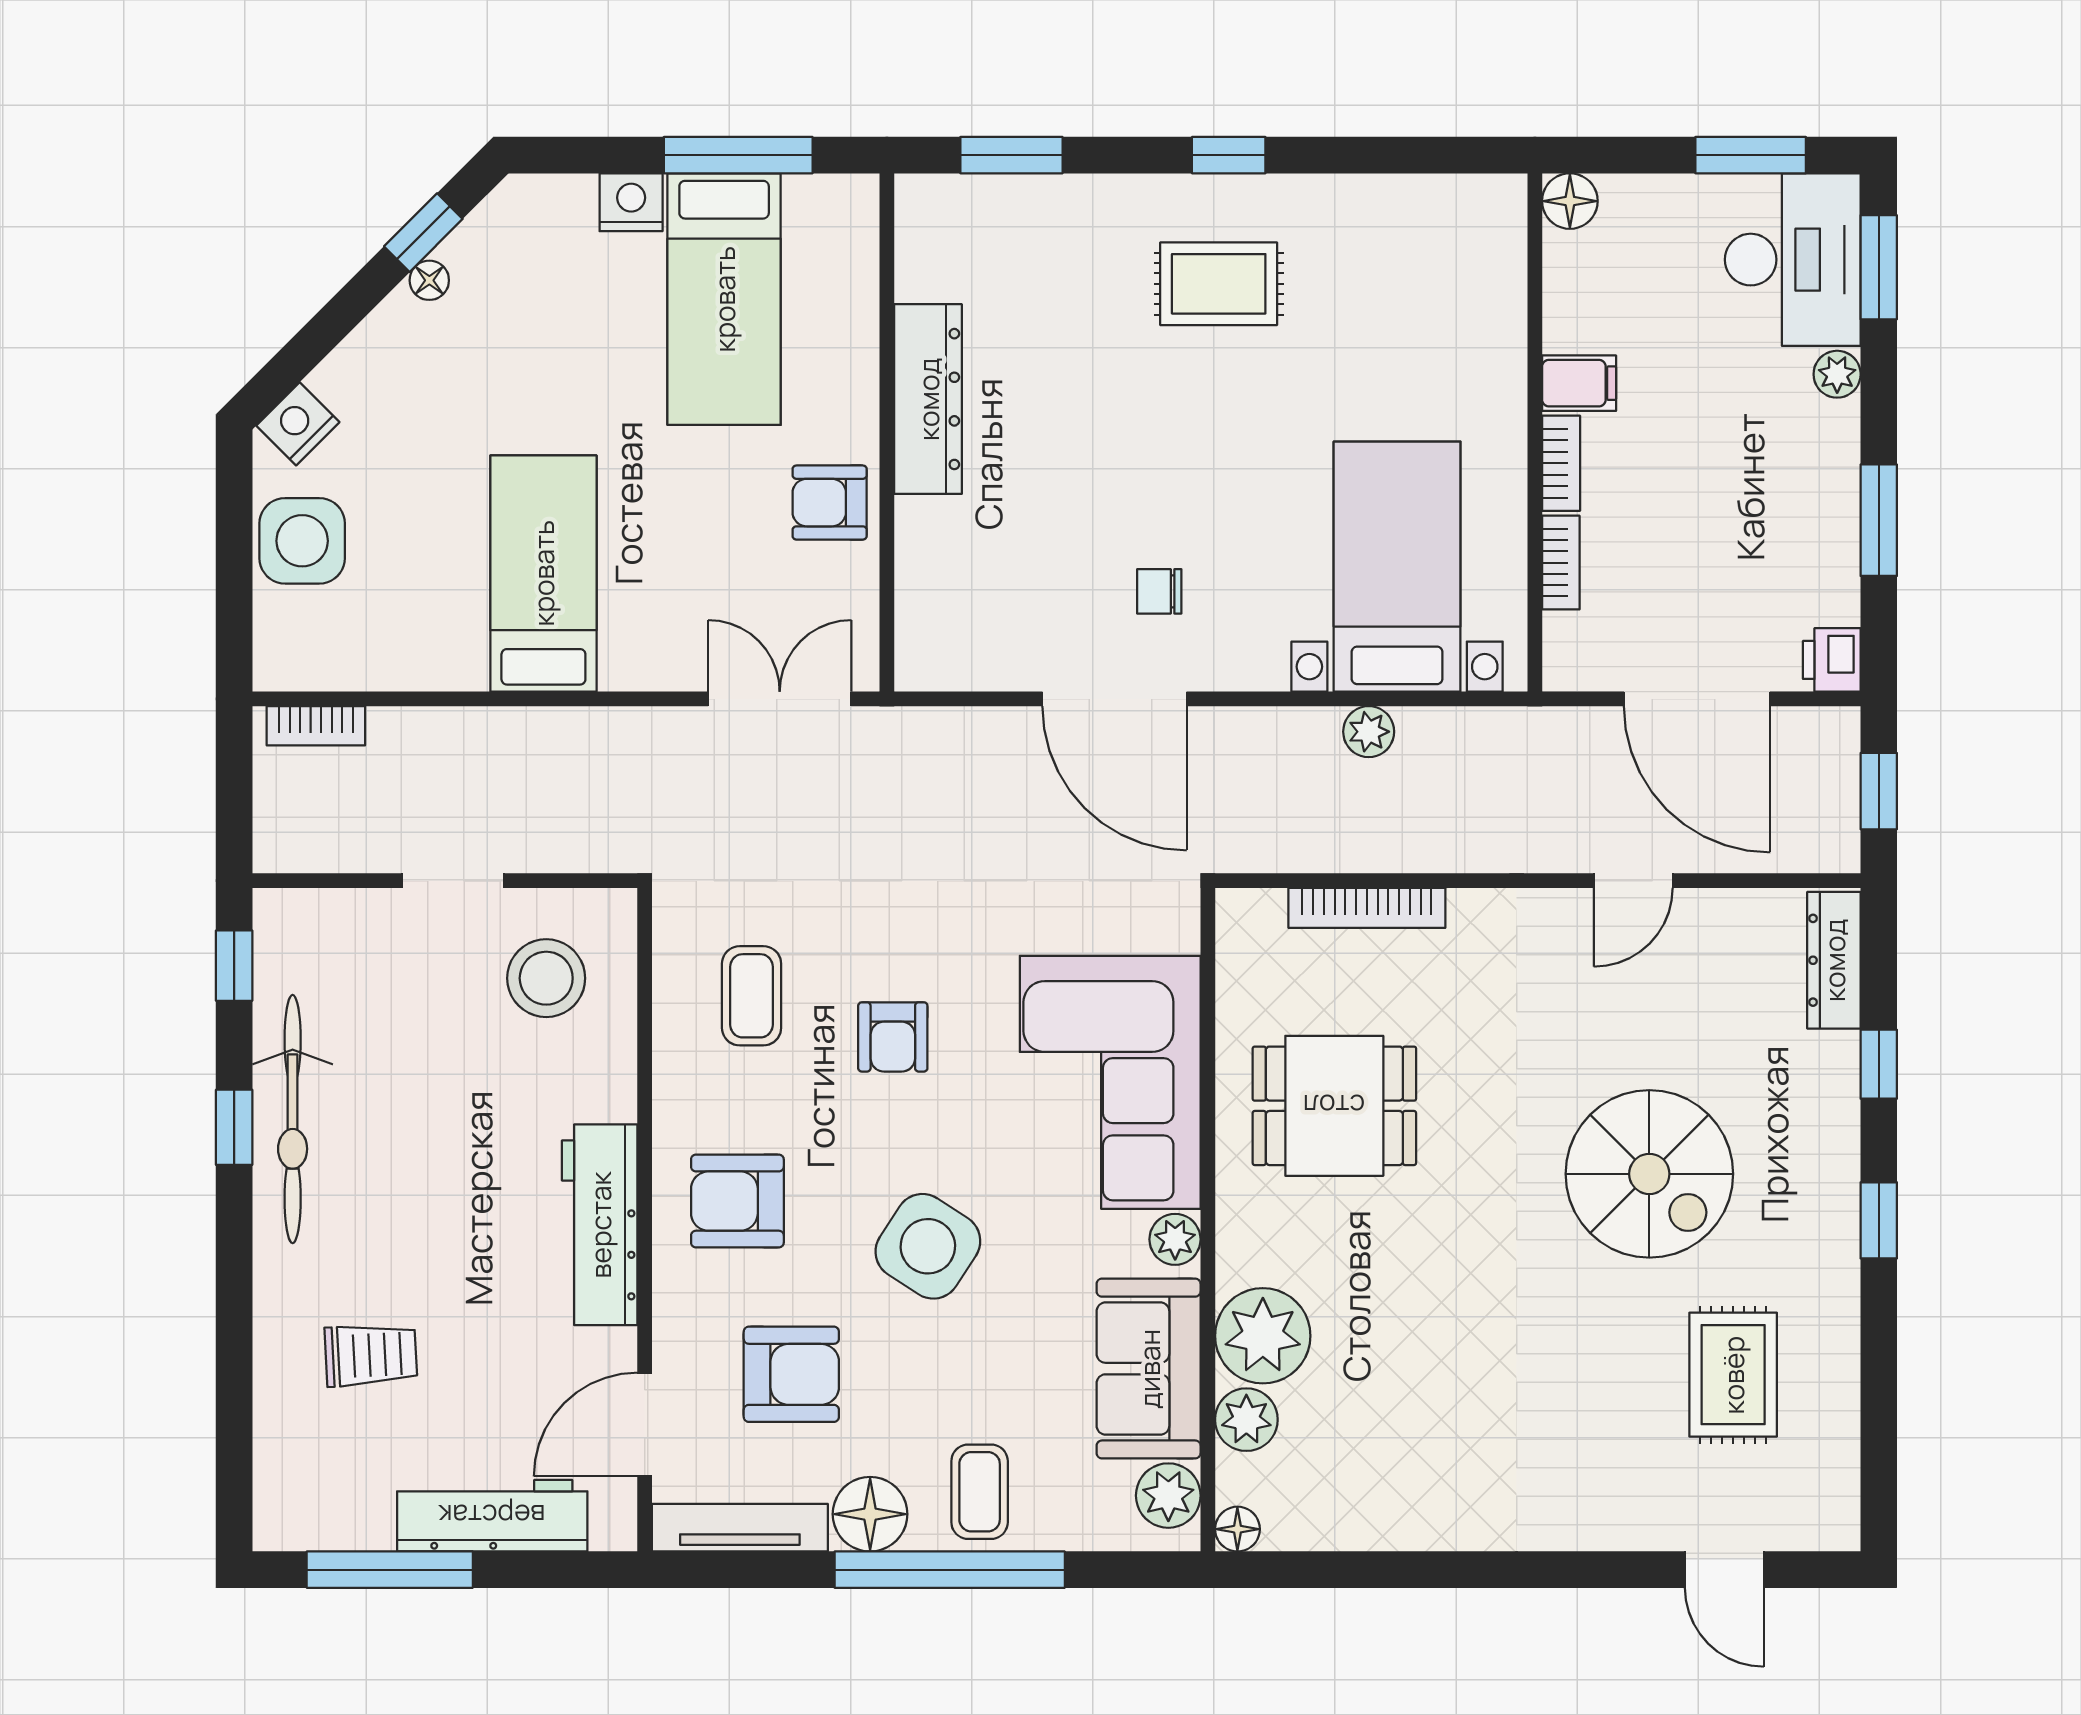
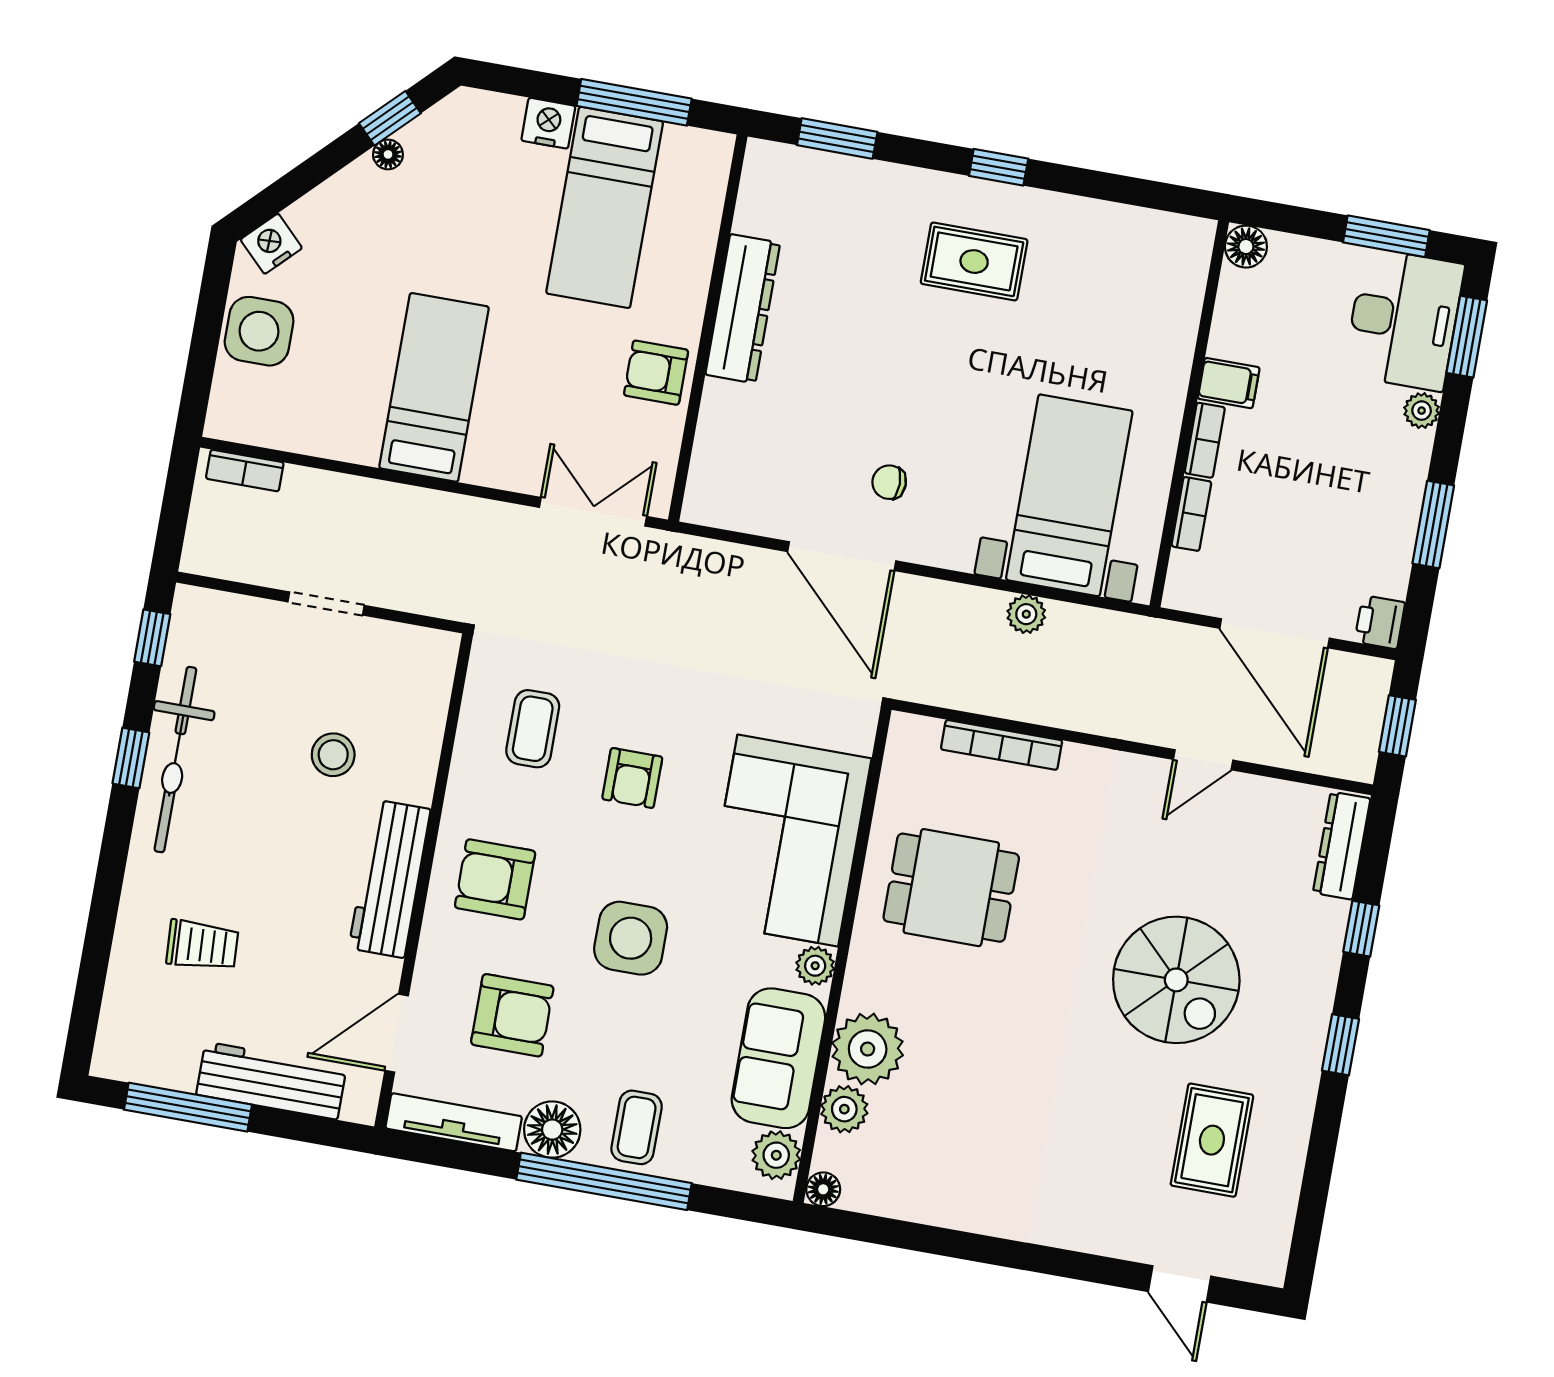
stool: (546, 978) -> (333, 755), moved, width x0.73, depth x0.73
side table: (928, 1246) -> (631, 938), turned -33

